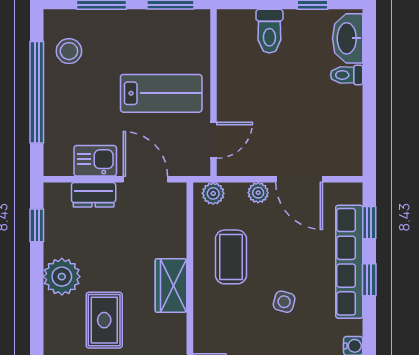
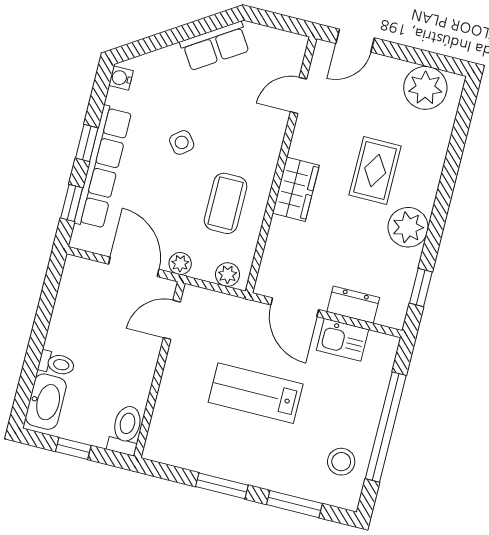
wall: (213, 93) -> (159, 370), moved
door: (213, 140) -> (172, 320), moved
side table: (284, 302) -> (182, 142), turned 36

